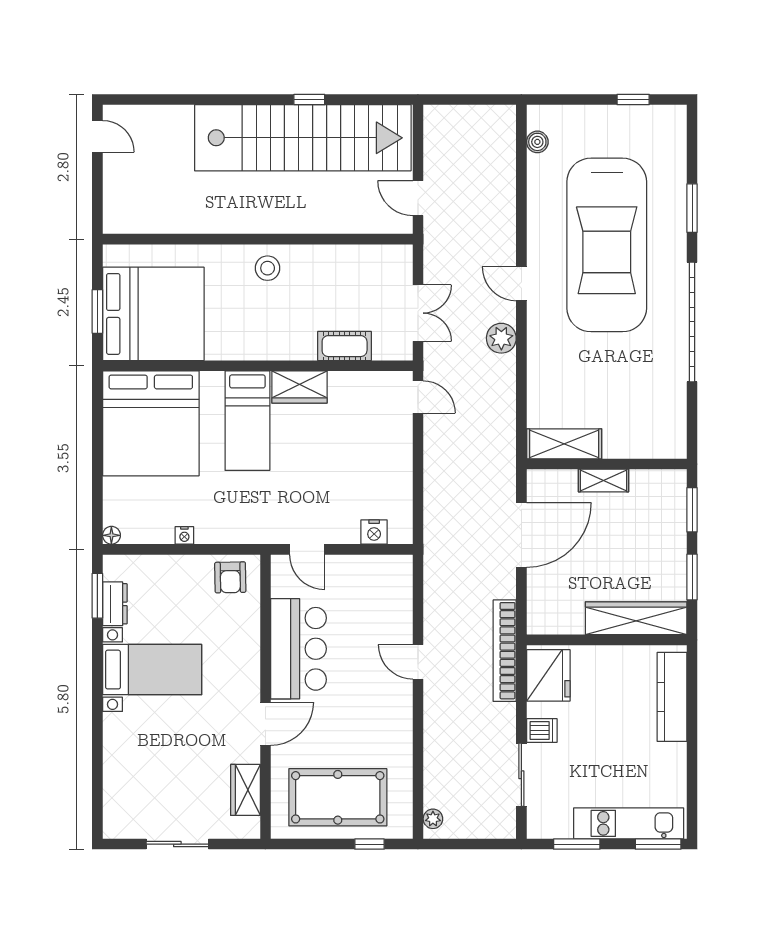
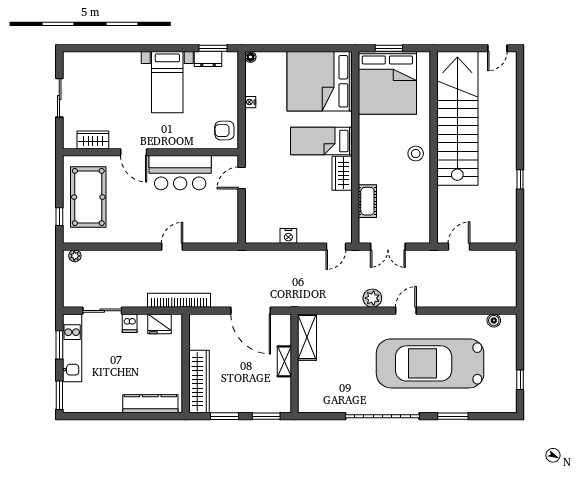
stairs: (303, 138) -> (457, 118), moved, turned 180
nightstand: (374, 532) -> (288, 236), moved, turned -90
fridge: (548, 675) -> (159, 324), width x0.73, depth x0.75
kitchen unit: (629, 823) -> (72, 348), moved

